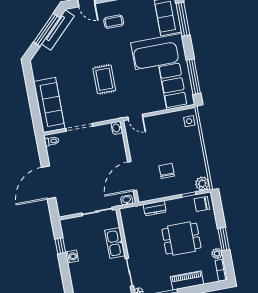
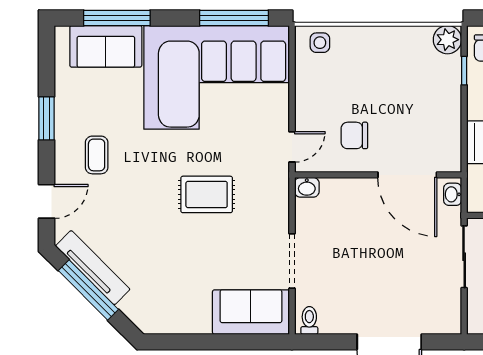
sofa: (49, 105) -> (251, 312), width x0.73
chair: (167, 171) -> (354, 135), moved

